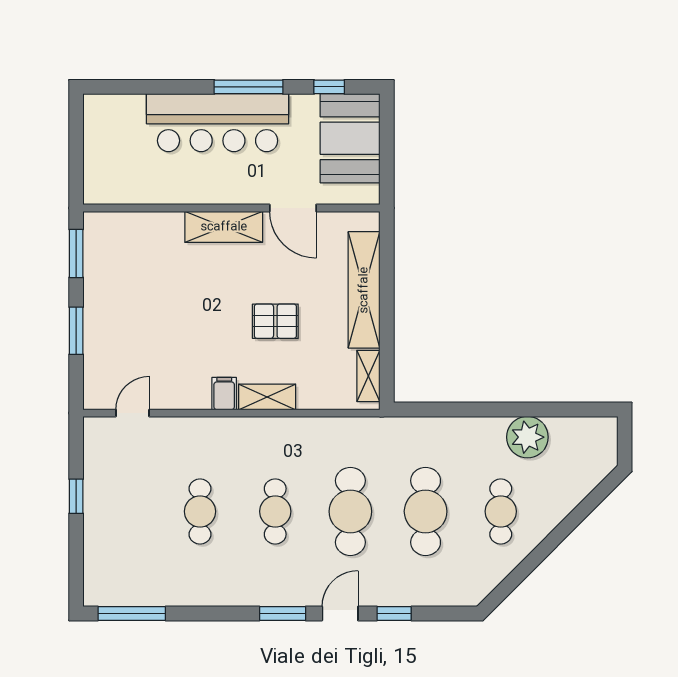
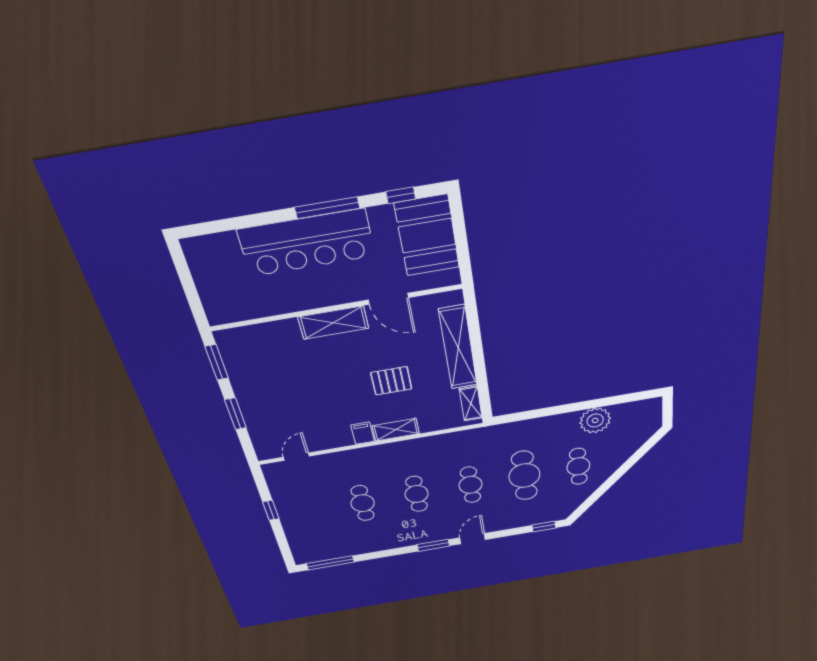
cafe table: (350, 511) -> (471, 485), width x0.73, depth x0.74
window: (394, 613) -> (544, 526), moved

